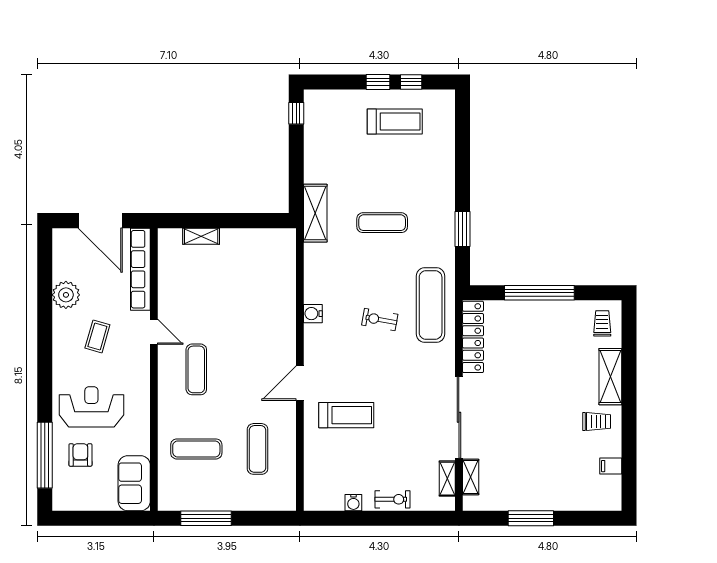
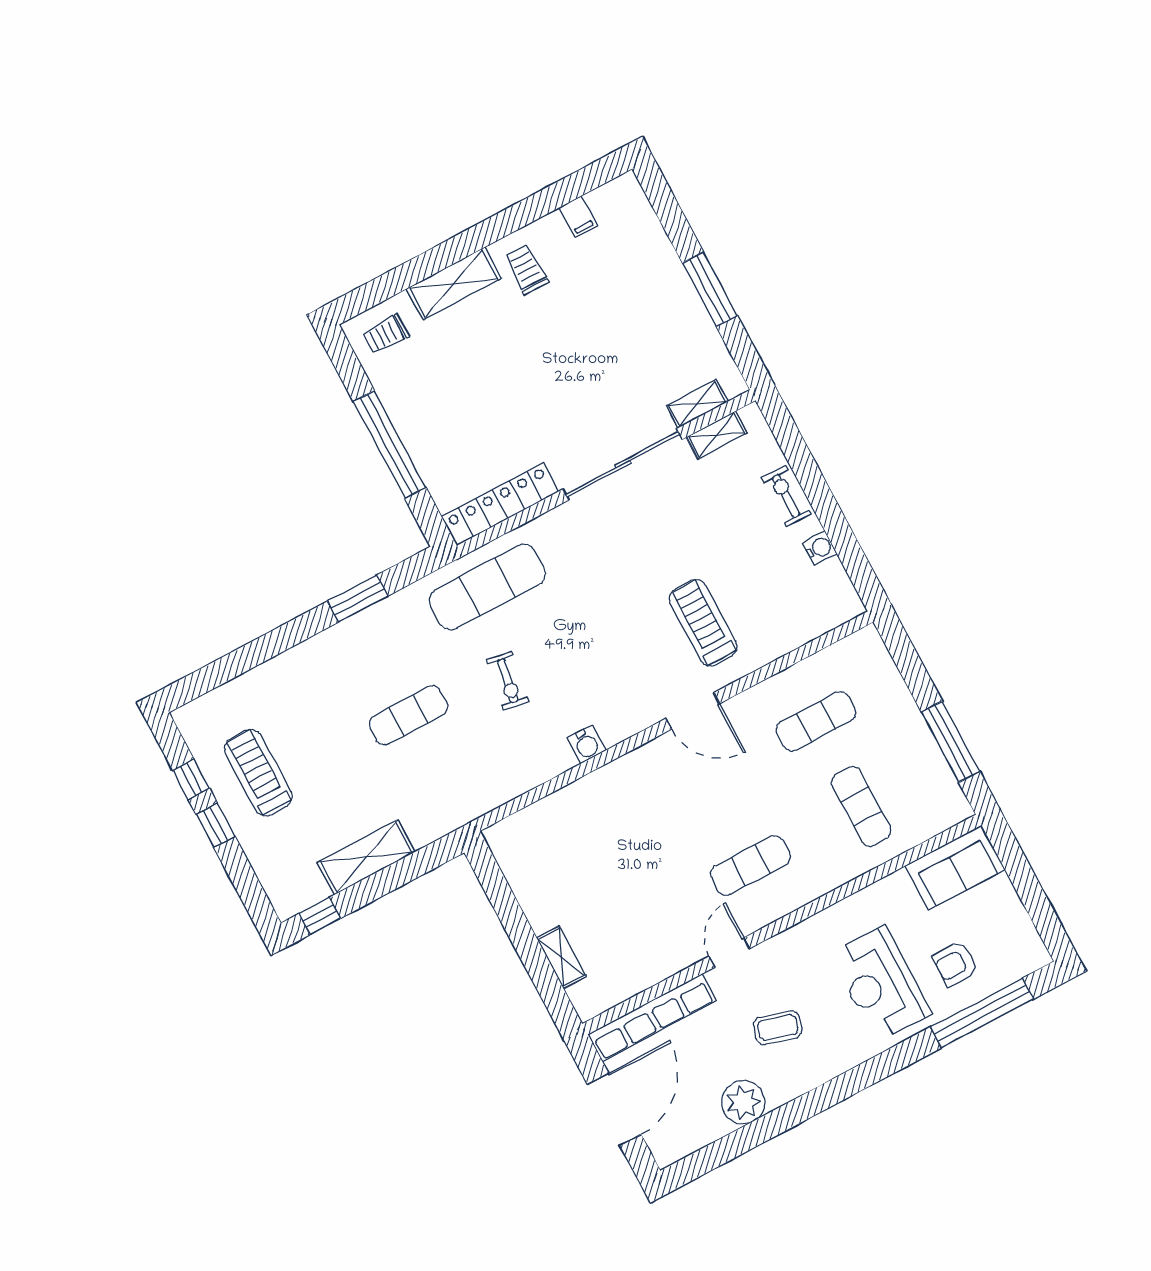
shelving: (315, 213) -> (366, 857), moved
exercise mat: (382, 223) -> (408, 715), turned 90
exercise bike: (380, 320) -> (508, 681), moved

